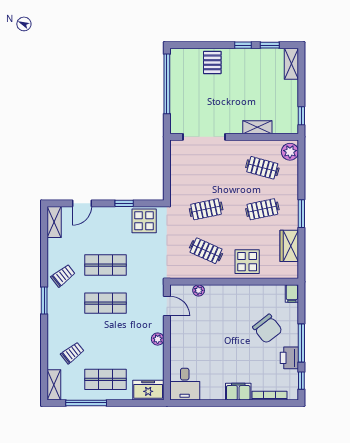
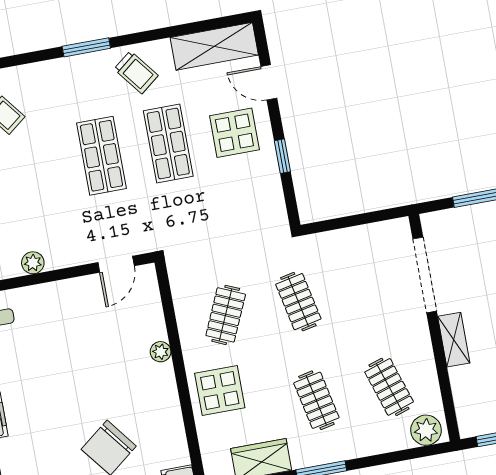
shelving: (257, 127) -> (454, 340), moved
clothes rail: (262, 168) -> (389, 387), turned -33
display table: (144, 221) -> (234, 133), moved
shelving: (54, 222) -> (214, 46), width x1.50, depth x1.33
plant: (199, 290) -> (161, 352), moved
plant: (158, 339) -> (33, 263), moved

